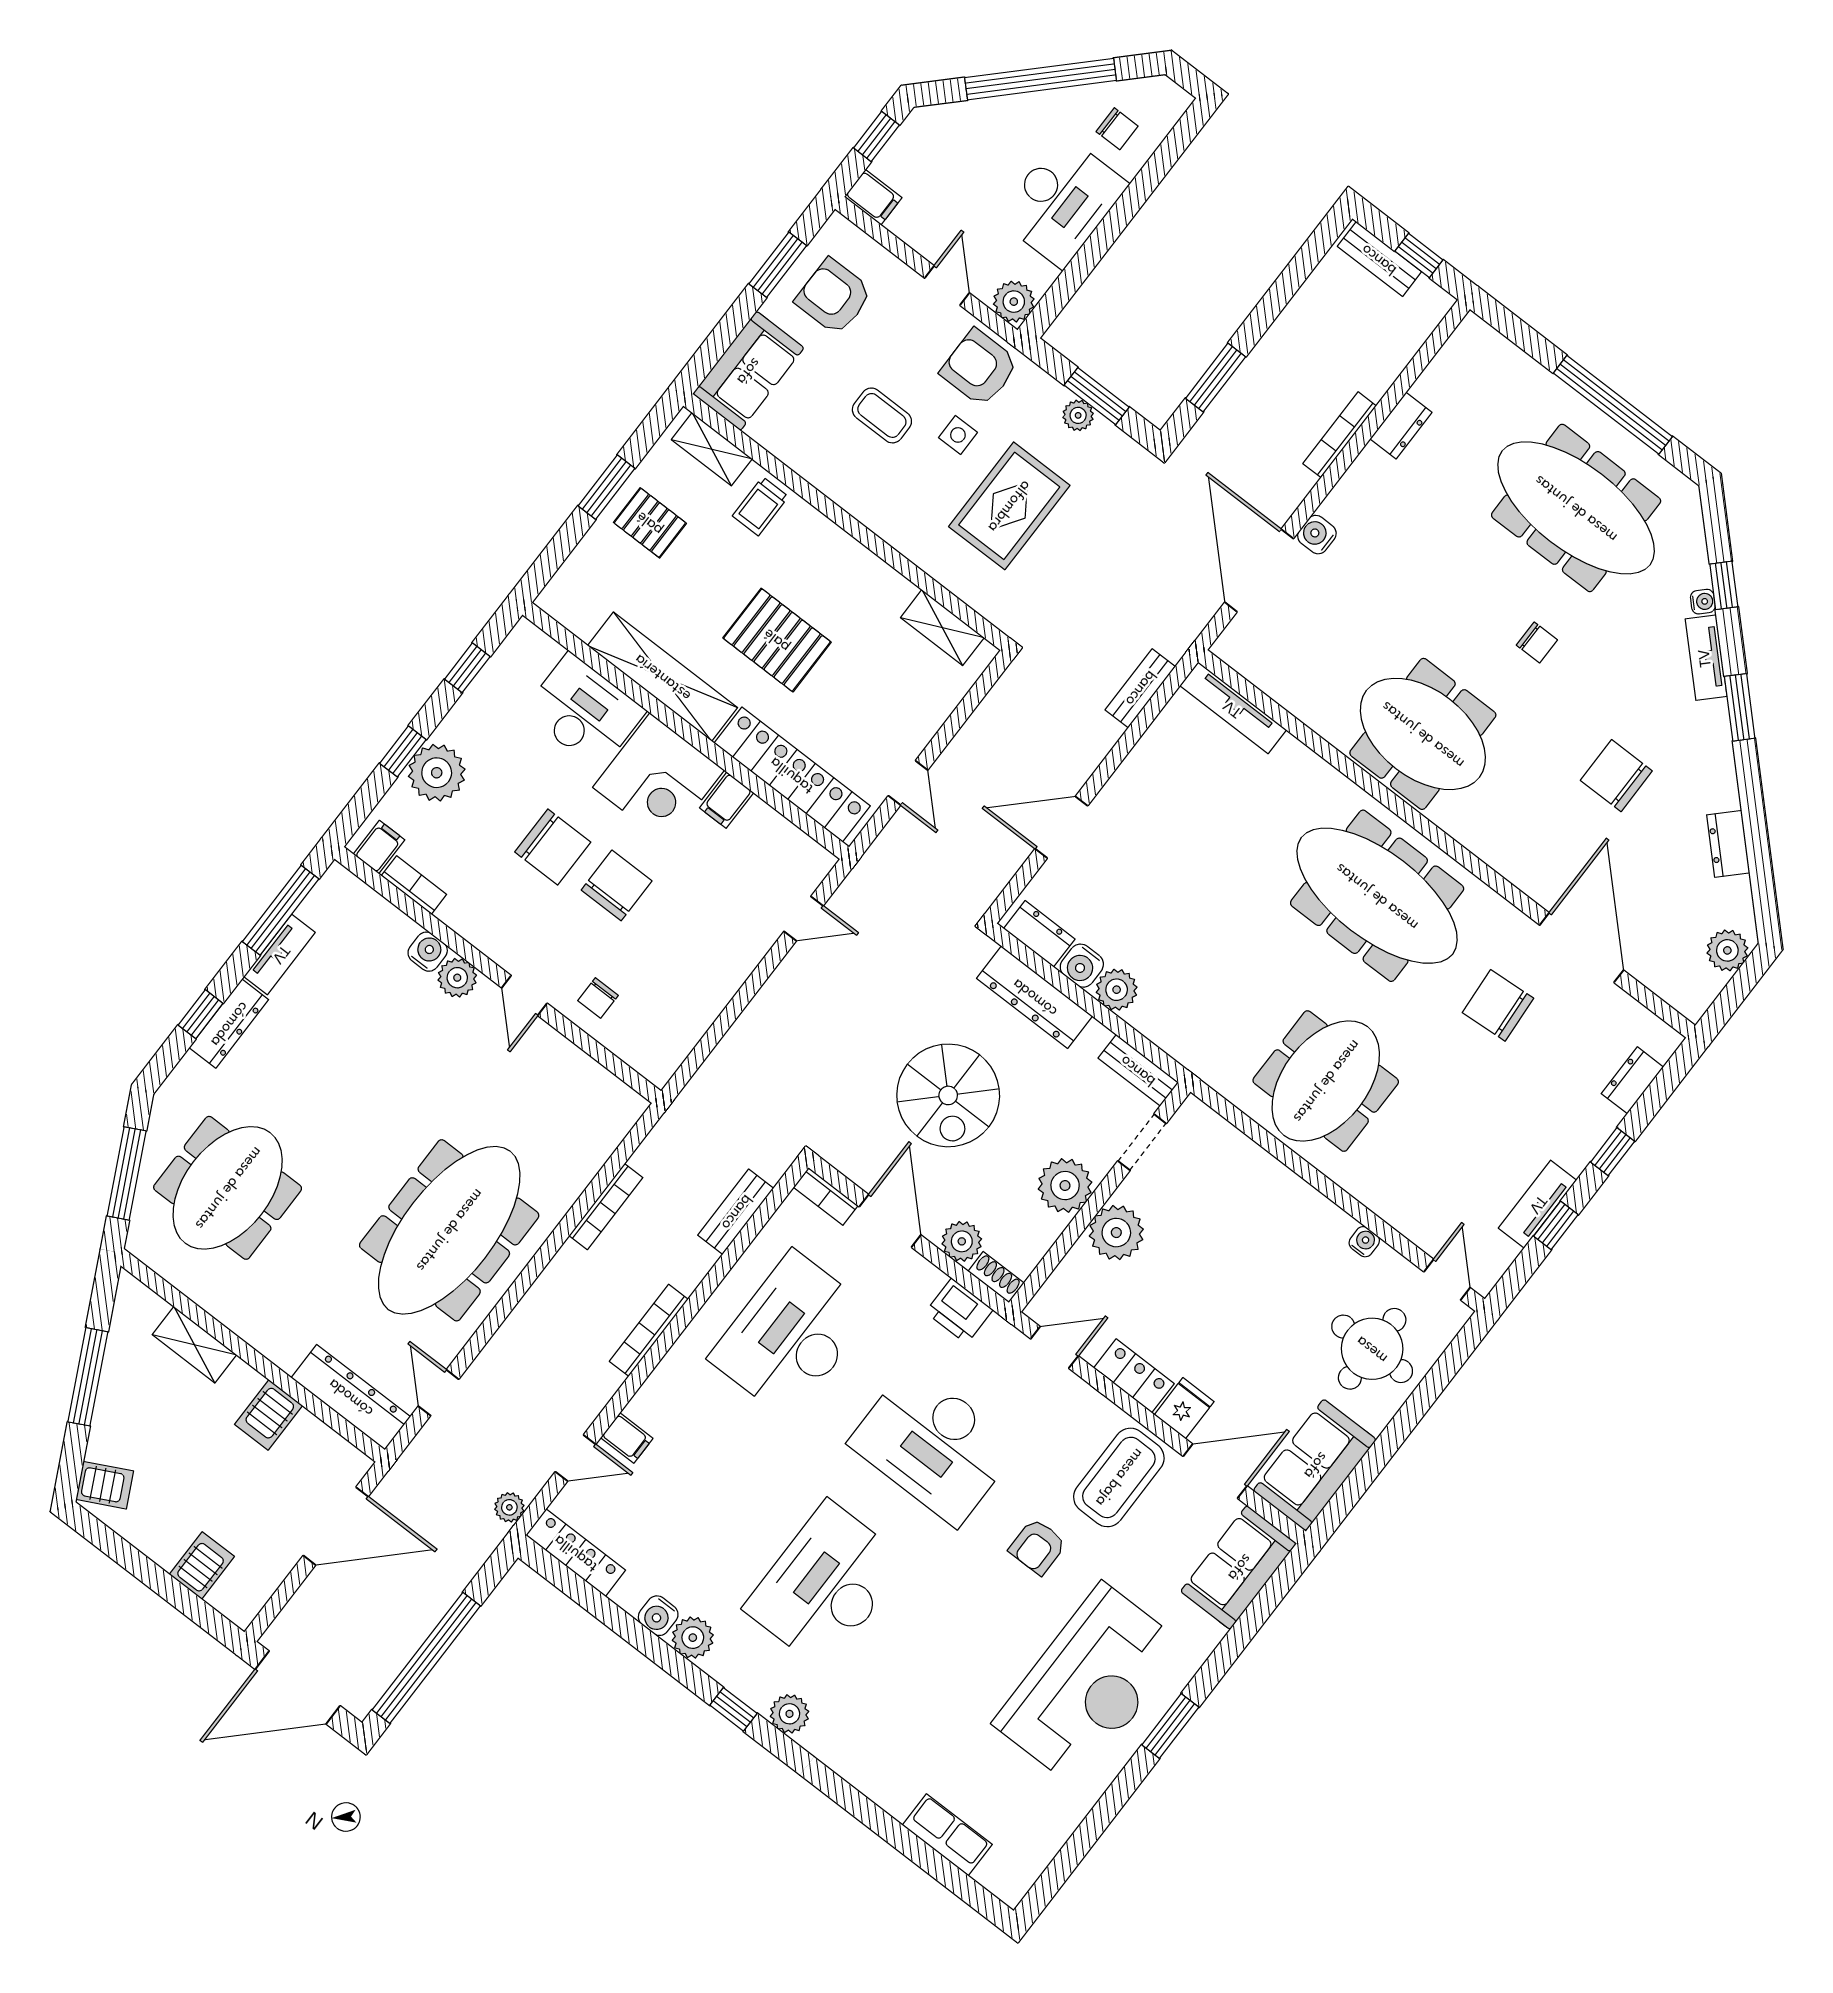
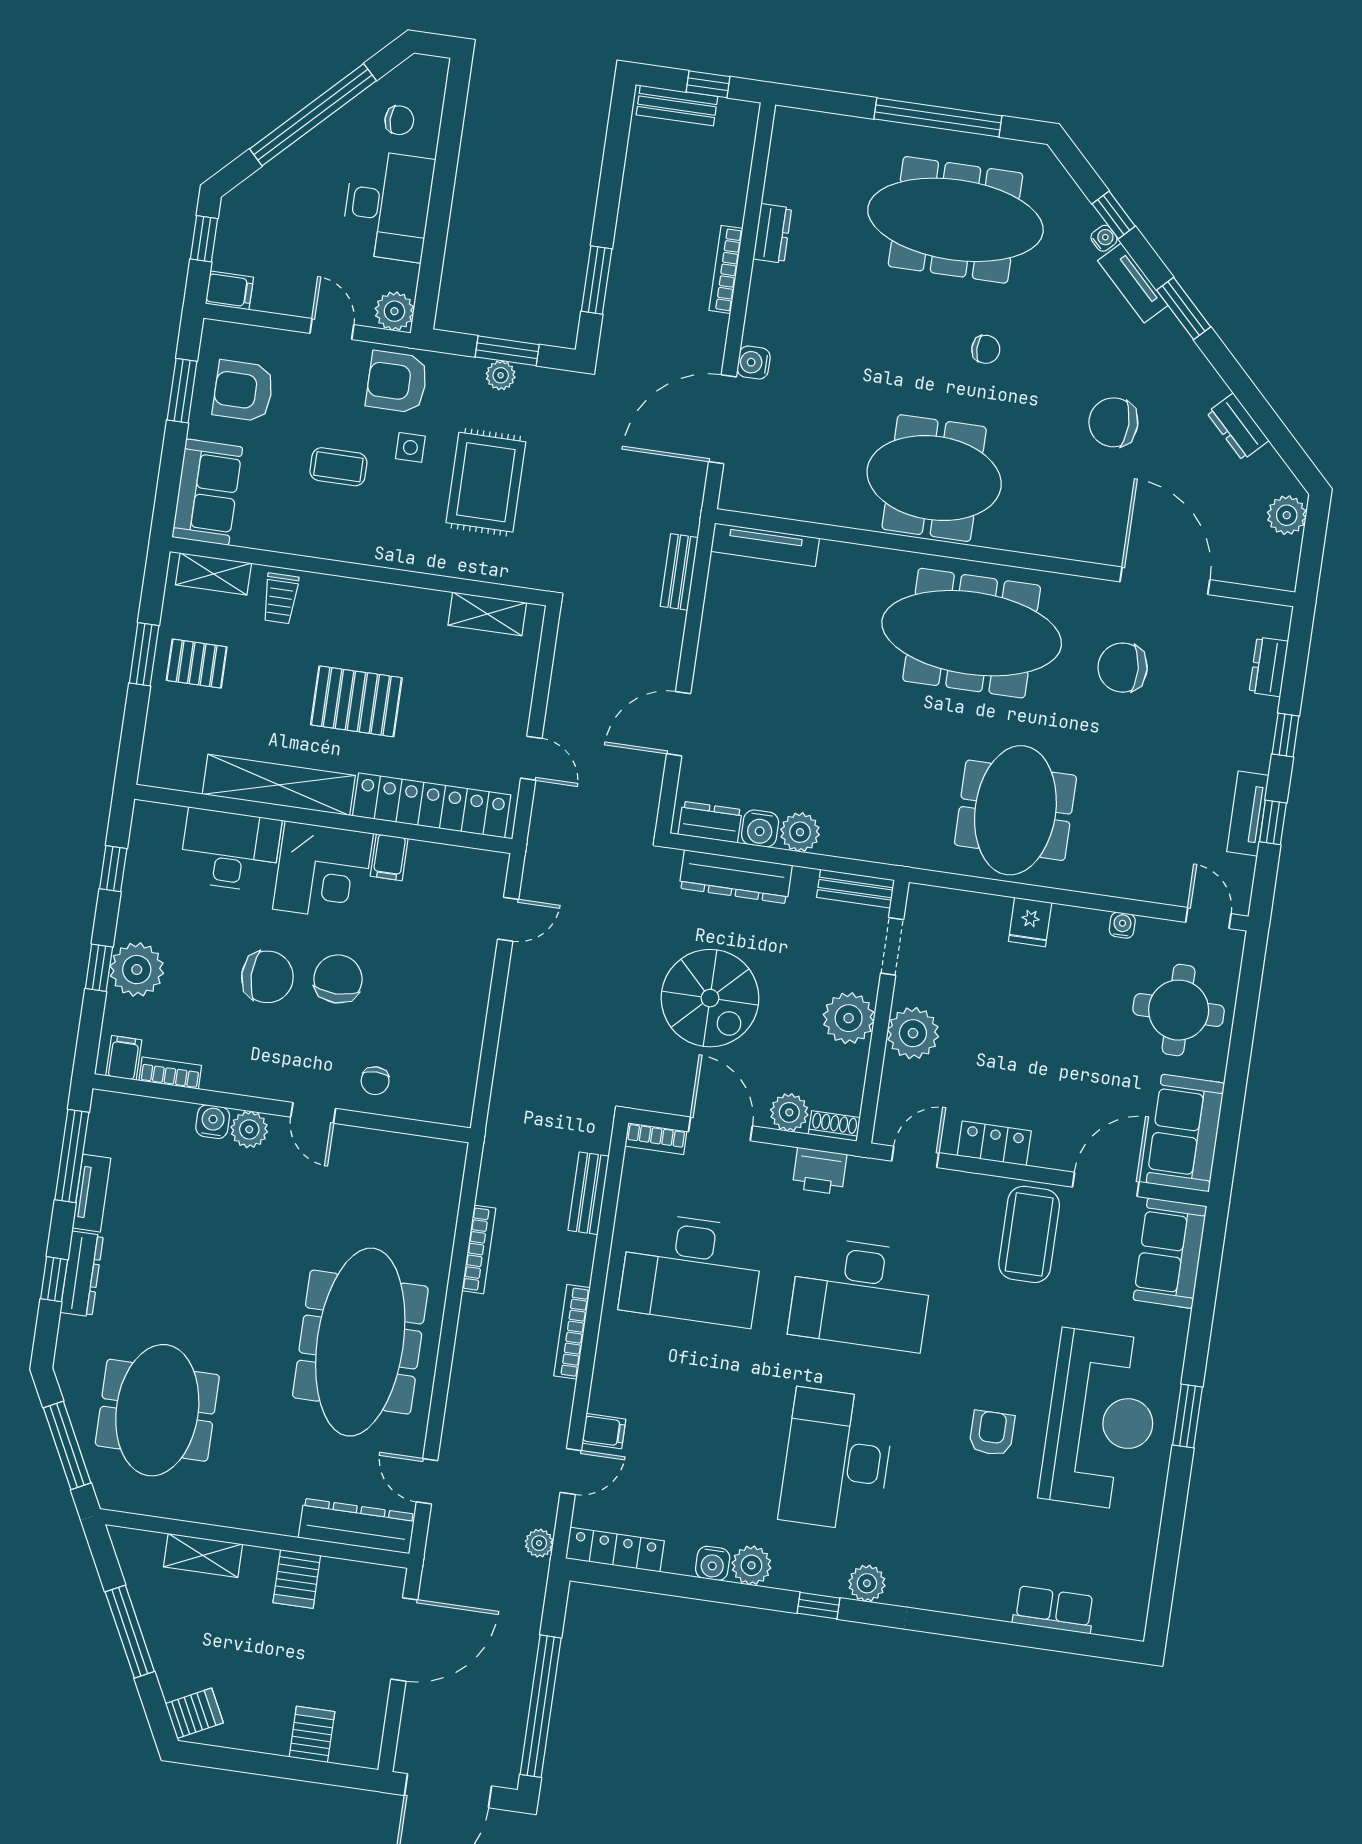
door: (1259, 570) -> (722, 419), hinge flipped
desk: (791, 1335) -> (692, 1269), turned -90
fridge: (1184, 1408) -> (1030, 922), moved, turned 180
armchair: (1038, 1547) -> (992, 1433), moved, turned 180

